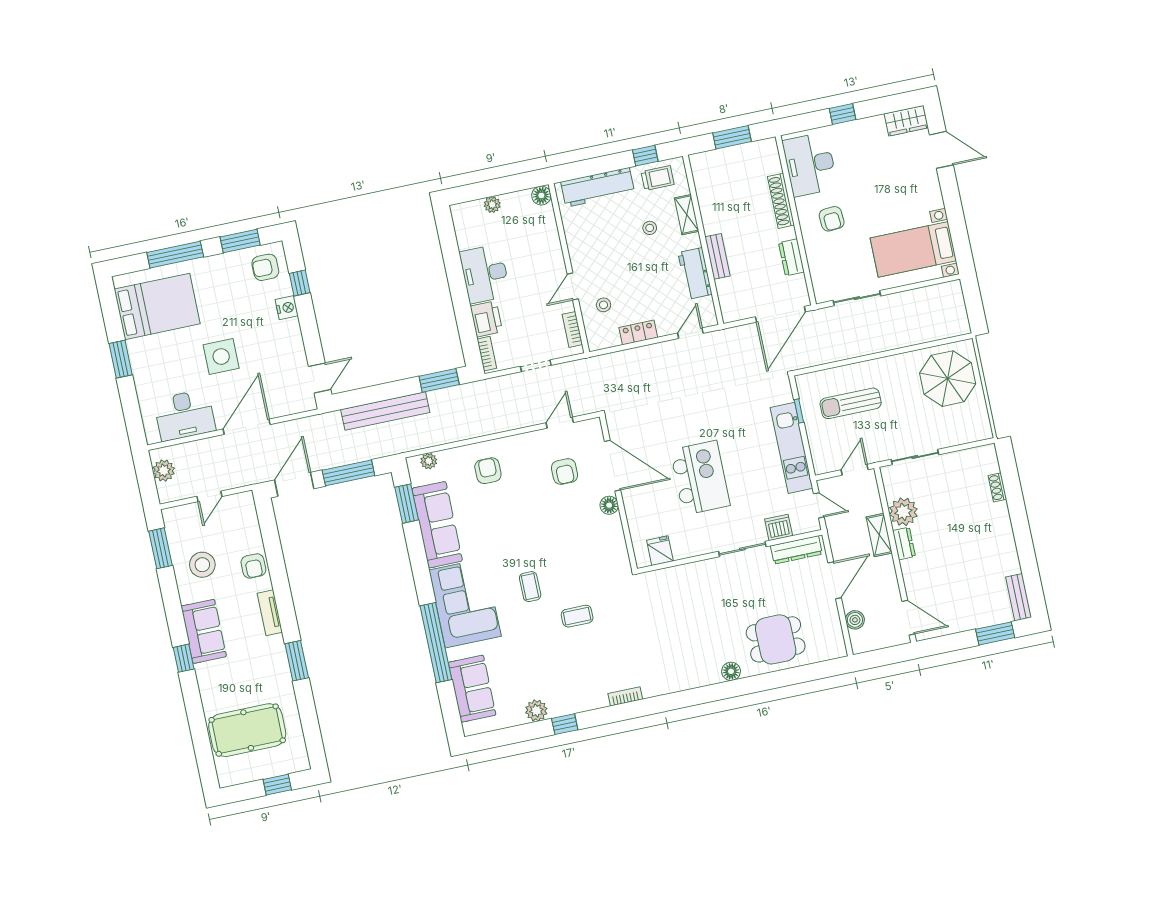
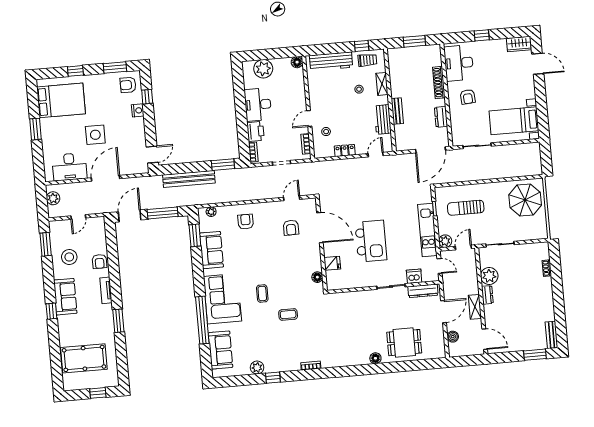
plant: (492, 205) -> (263, 69), width x1.87, depth x1.87
window: (175, 255) -> (75, 71), width x0.46
plant: (823, 463) -> (445, 241), added
floor lamp: (609, 505) -> (317, 277), moved
sofa: (437, 525) -> (211, 250), width x0.73
shelving: (879, 535) -> (475, 307), moved
fridge: (660, 551) -> (332, 263), moved, turned 90

